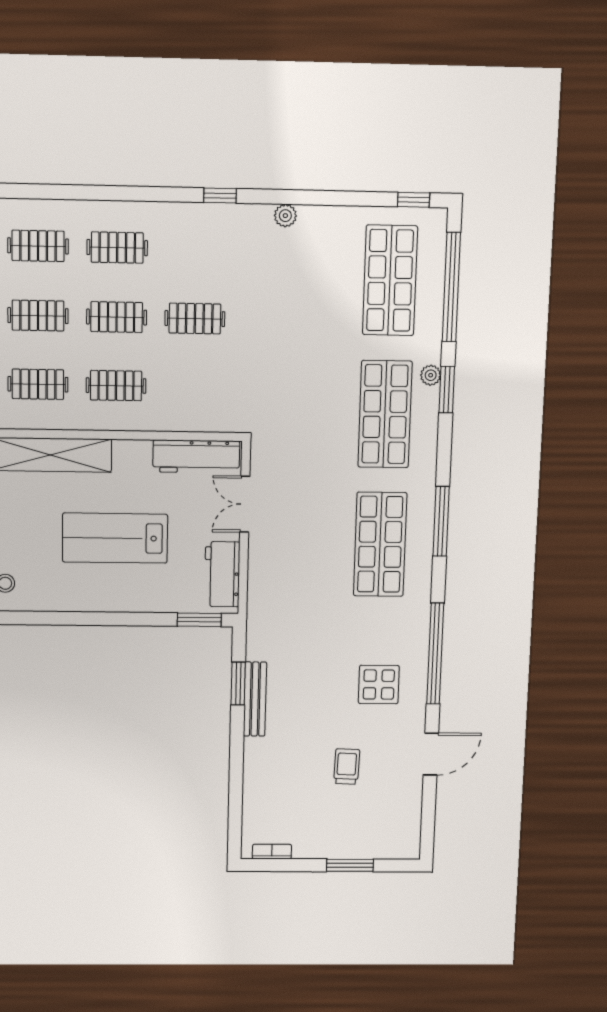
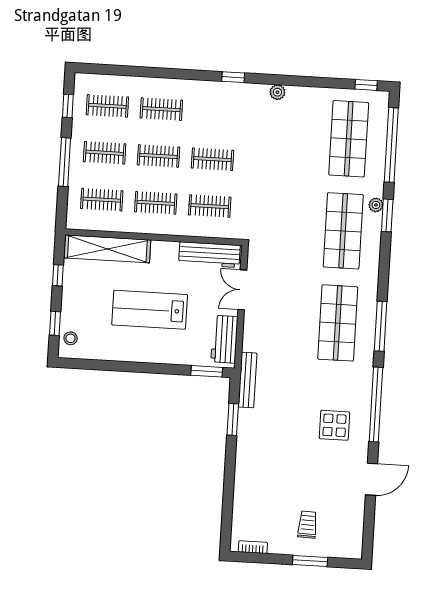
clothes rail: (194, 387) -> (210, 206), added
window: (441, 521) -> (381, 326), moved
bench: (255, 699) -> (248, 380), moved
trolley: (347, 767) -> (307, 525), moved

